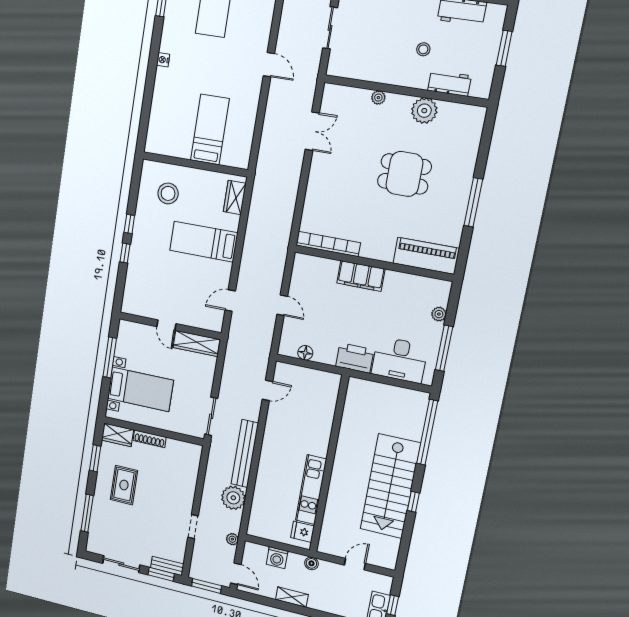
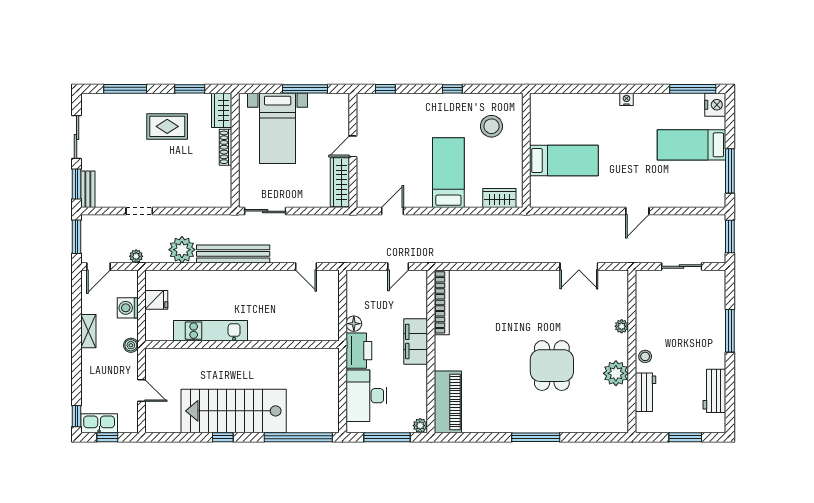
stool: (423, 49) -> (645, 356), moved
bookcase: (328, 244) -> (442, 302), moved
window: (125, 253) -> (385, 89), moved
piano: (426, 256) -> (448, 402), moved
wall: (373, 263) -> (431, 351), moved
filing cabinet: (361, 276) -> (416, 341), moved
door: (230, 300) -> (392, 211), hinge flipped
floor lamp: (305, 353) -> (354, 324), moved
fridge: (302, 532) -> (156, 300), moved, turned 90

